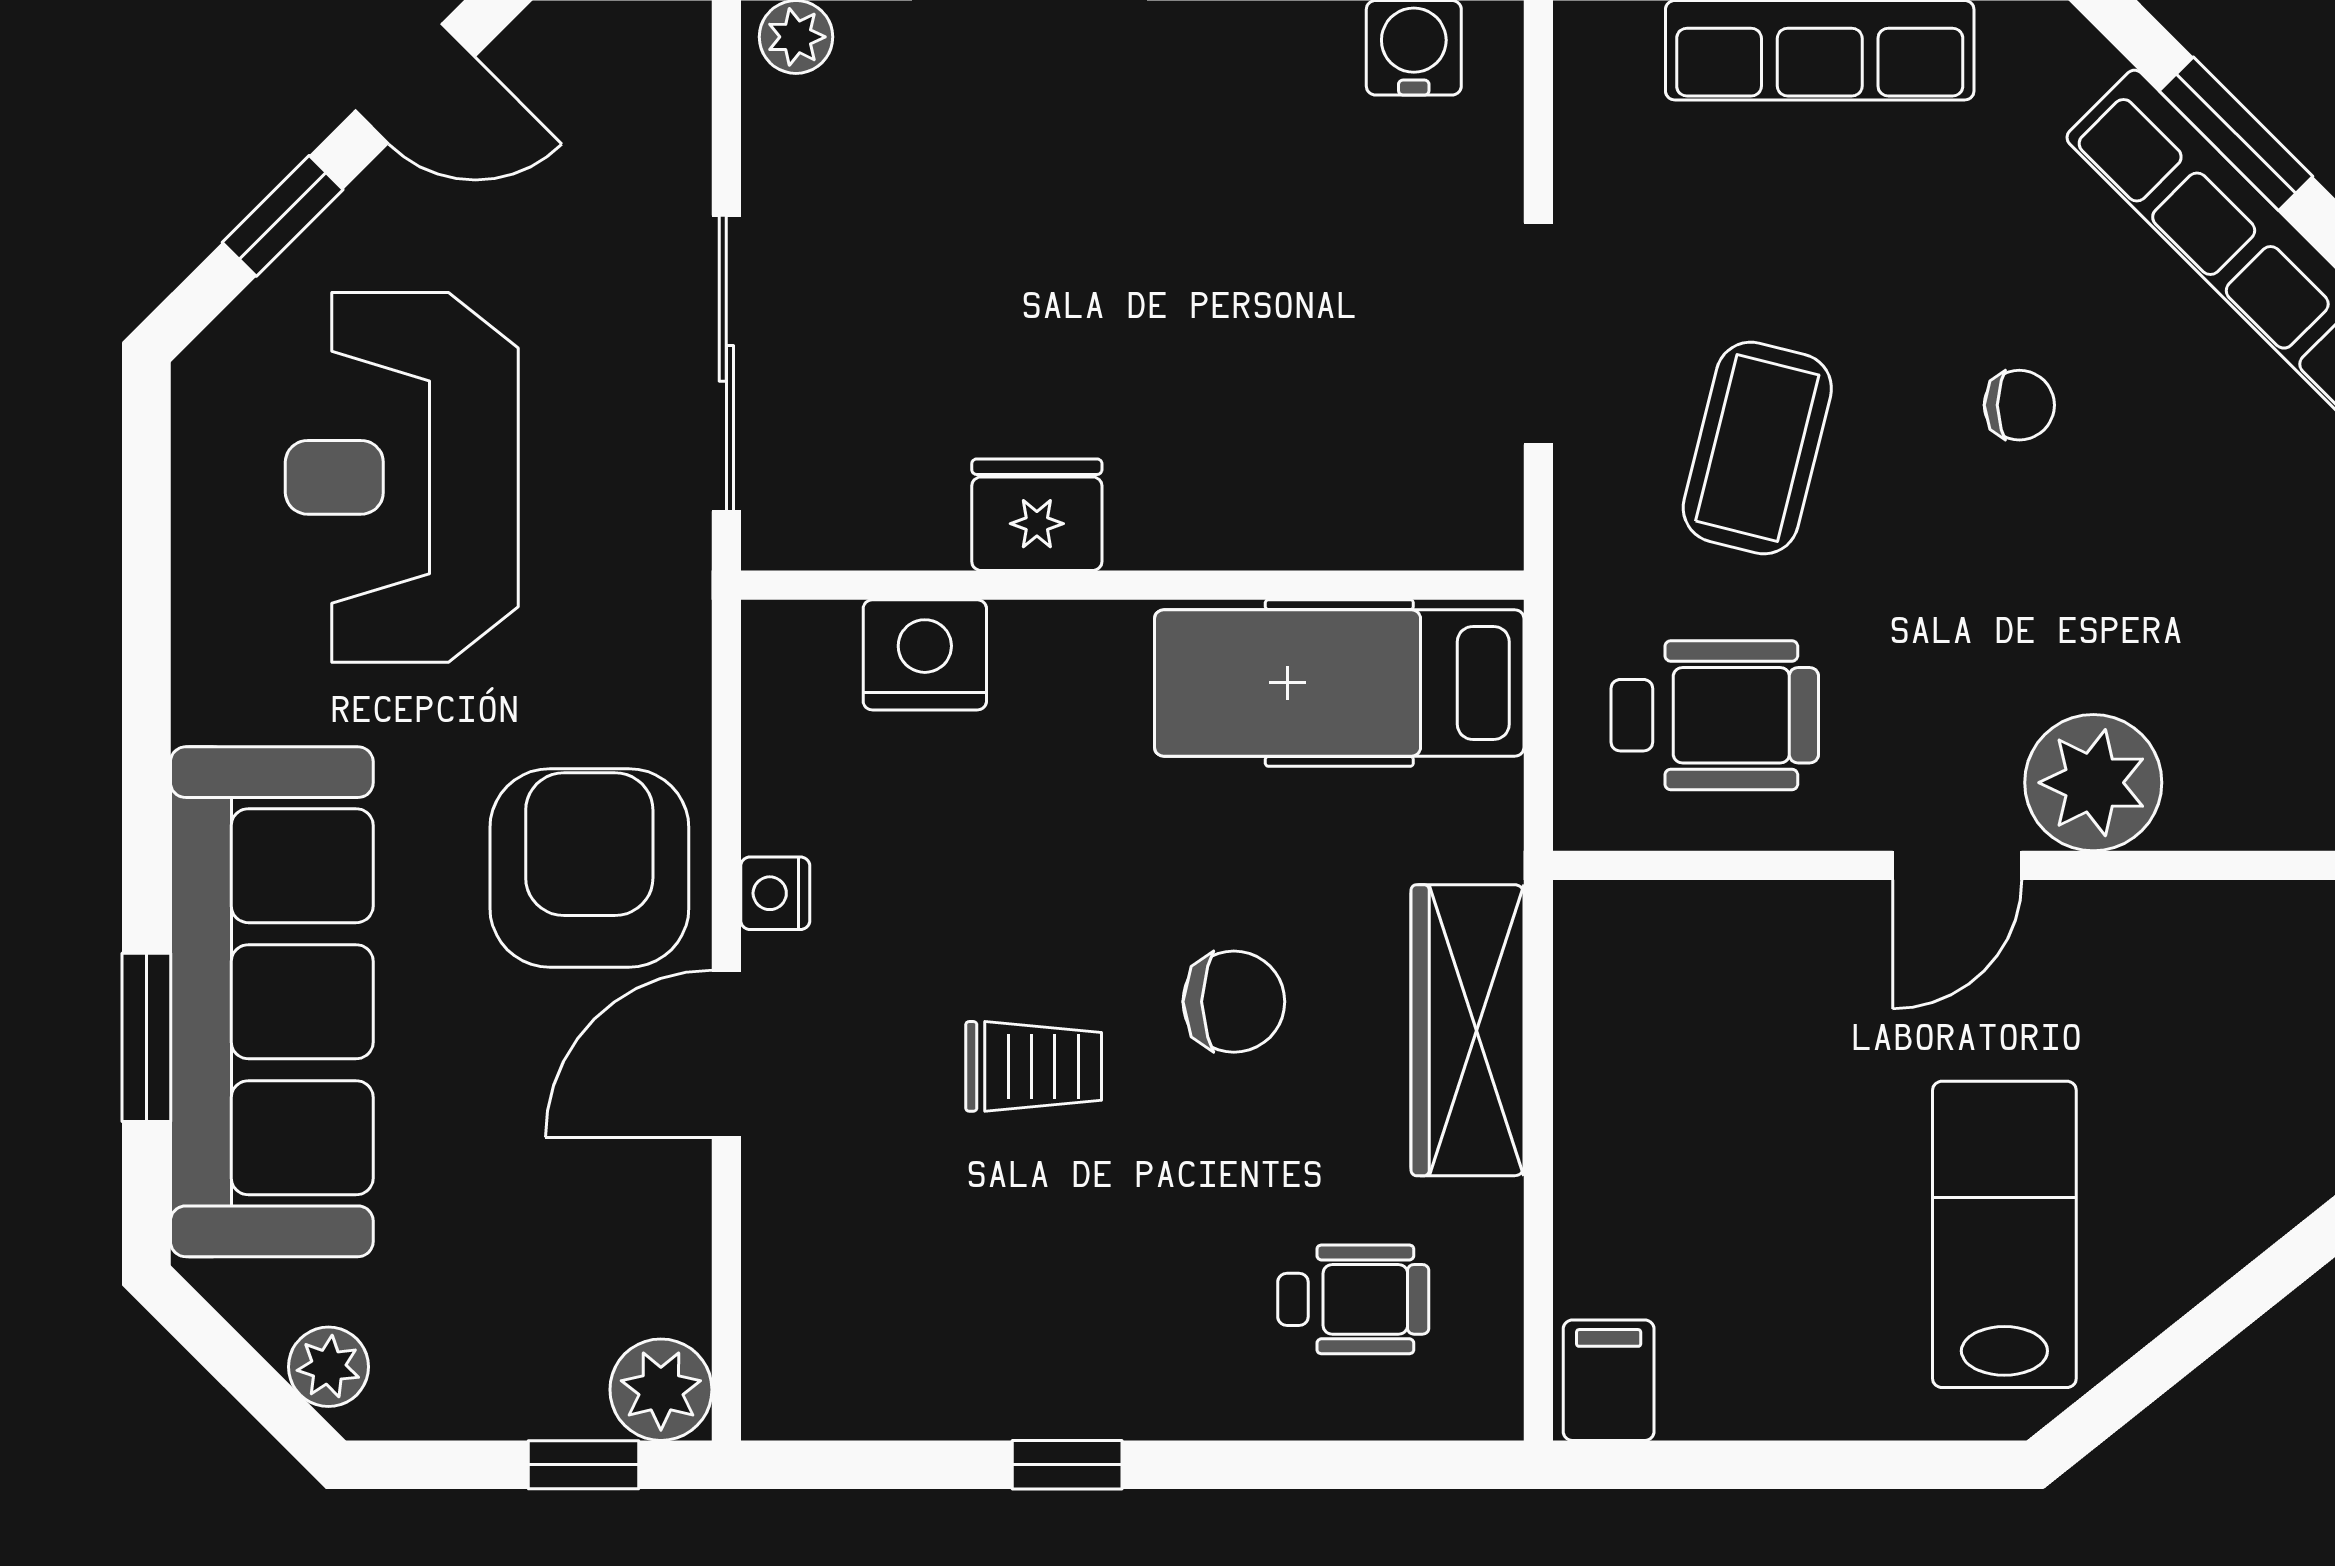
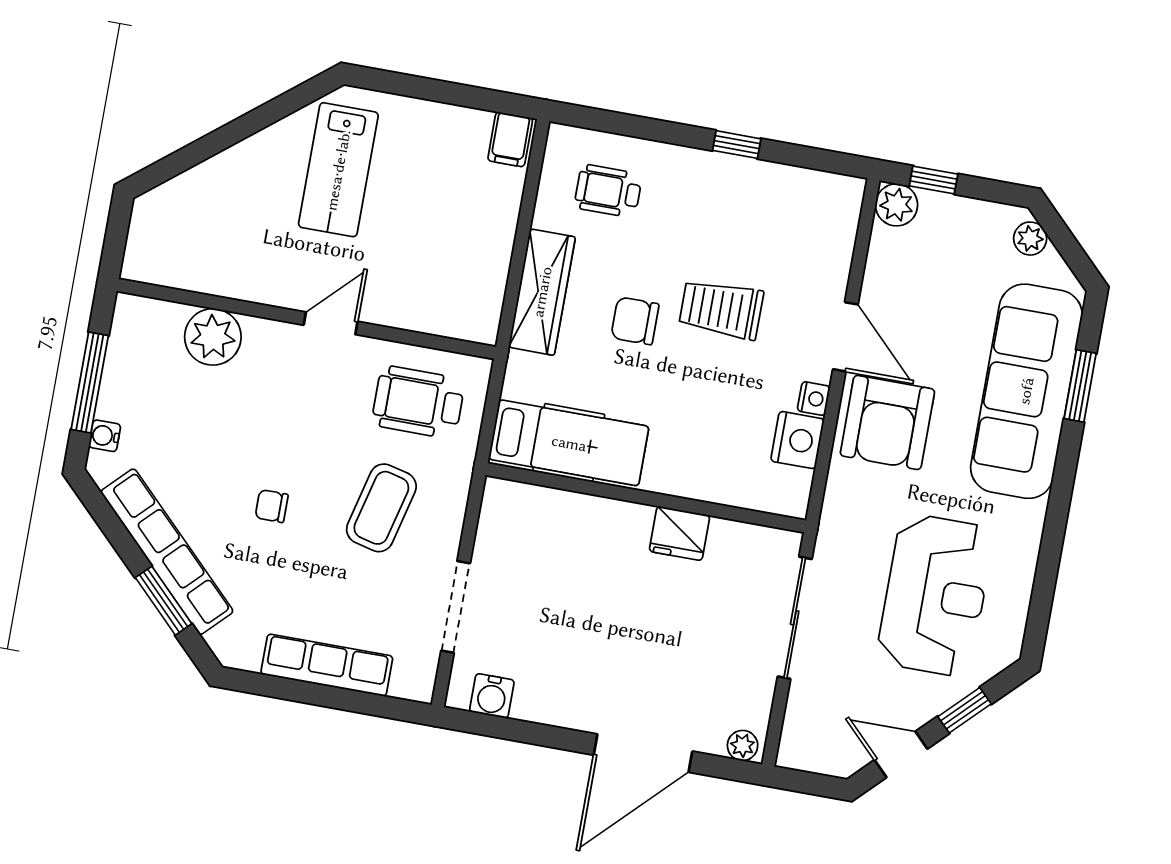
doorway: (1538, 334) -> (456, 607), moved
nightstand: (925, 655) -> (797, 440), moved, turned -90
plant: (2093, 783) -> (213, 337), moved
door: (726, 1054) -> (845, 337), hinge flipped
trolley: (1034, 1066) -> (721, 309), width x1.36, depth x1.39

